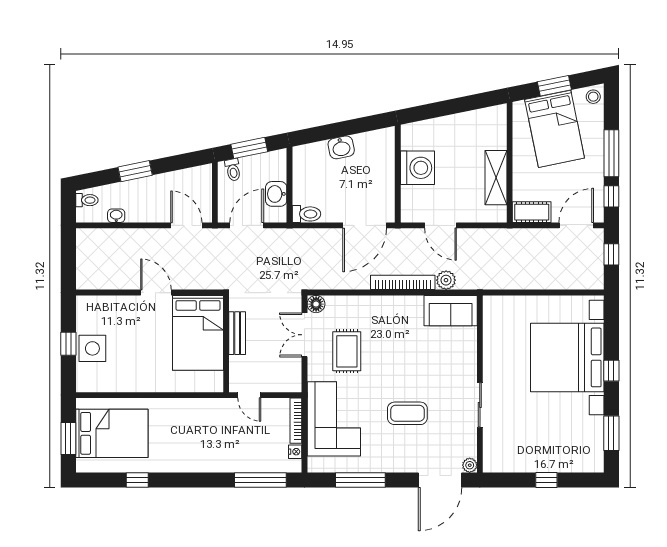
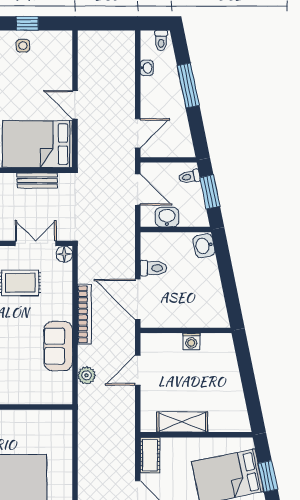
washbasin: (341, 147) -> (204, 246), moved
washing machine: (417, 168) -> (191, 341), width x0.53, depth x0.53
window: (135, 171) -> (188, 85), width x1.44
toilet: (306, 214) -> (153, 268), moved, turned -90
bookcase: (403, 282) -> (84, 314), moved
door: (156, 293) -> (75, 105), swing flipped
sofa: (451, 311) -> (58, 346), moved
side table: (92, 348) -> (23, 46), width x0.54, depth x0.54

